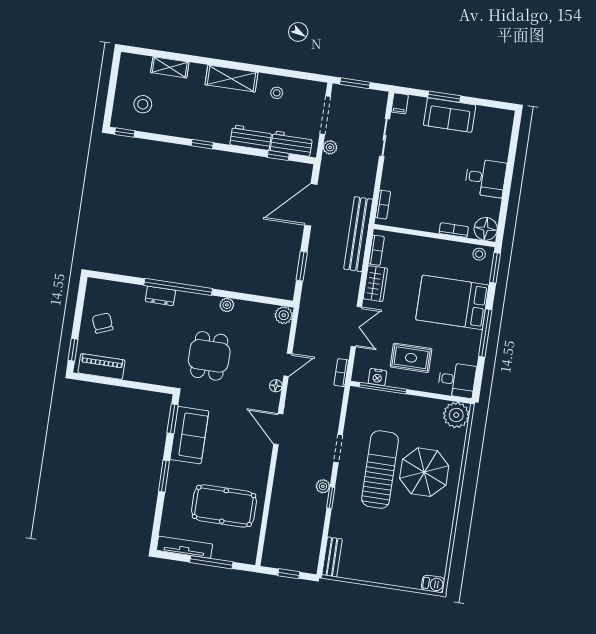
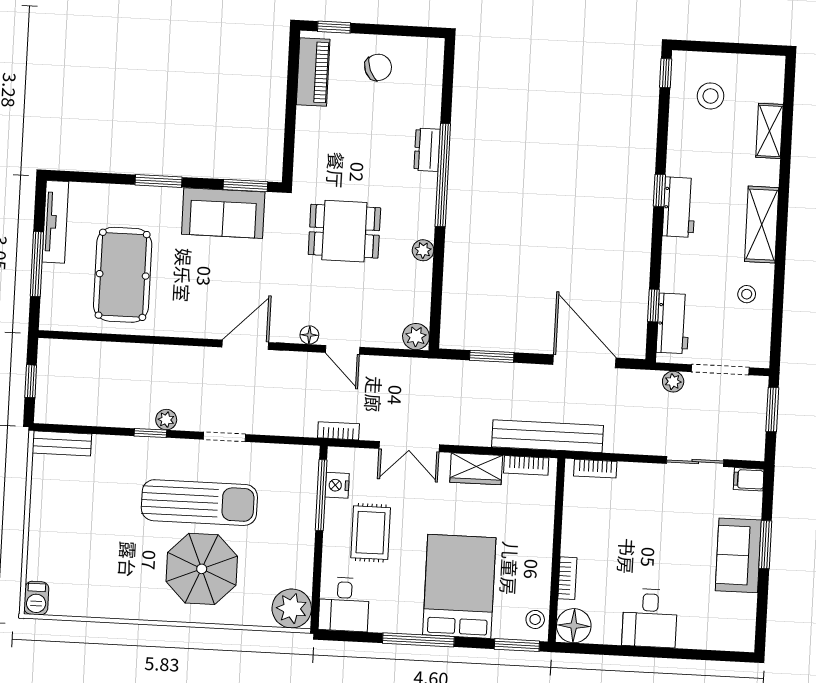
workbench: (251, 138) -> (679, 207), moved

